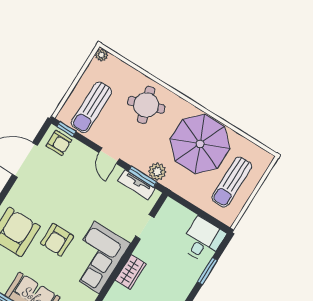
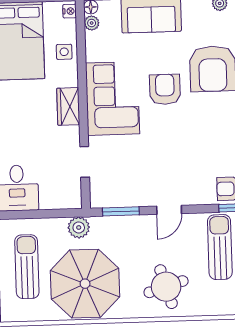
door: (109, 156) -> (169, 210), swing flipped
plant: (157, 172) -> (79, 227), moved
tv unit: (136, 185) -> (122, 199), removed

